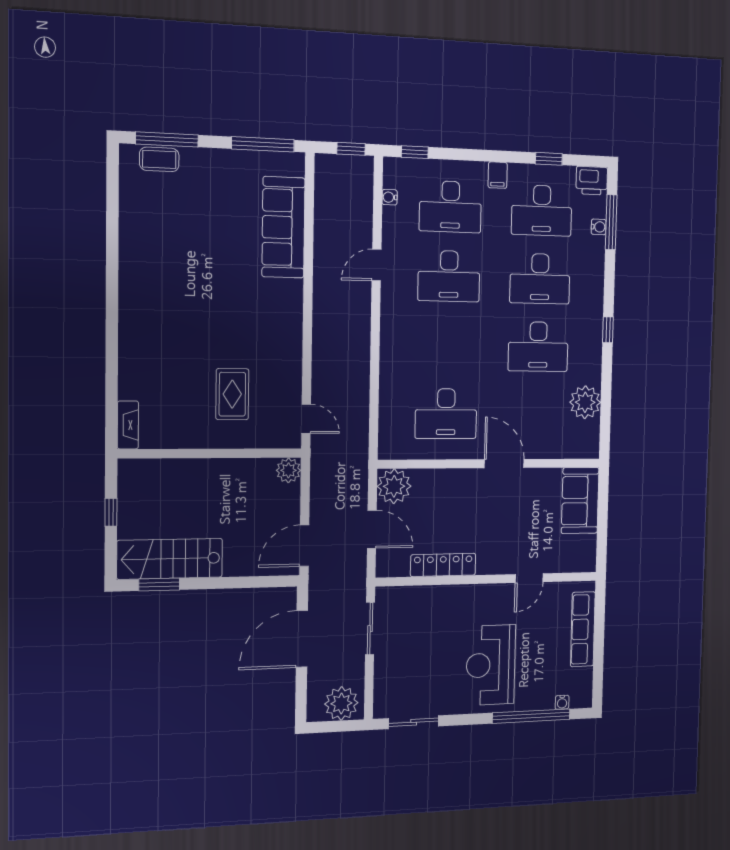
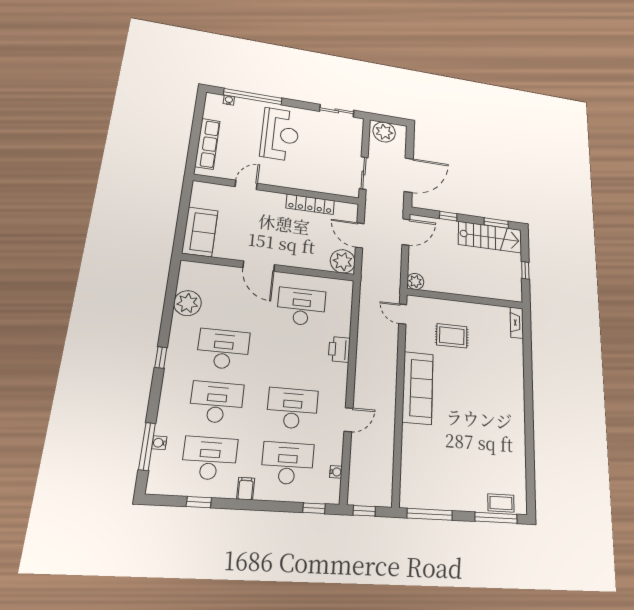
printer: (592, 181) -> (339, 349), moved, turned -90
sofa: (283, 227) -> (418, 388), moved
rug: (232, 394) -> (452, 336), turned 90
window: (239, 582) -> (448, 216), added

